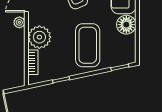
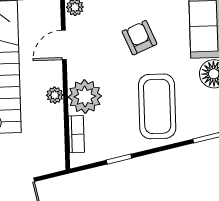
plant: (19, 22) -> (55, 95), moved

